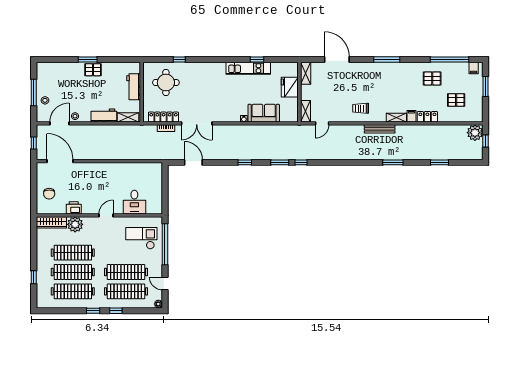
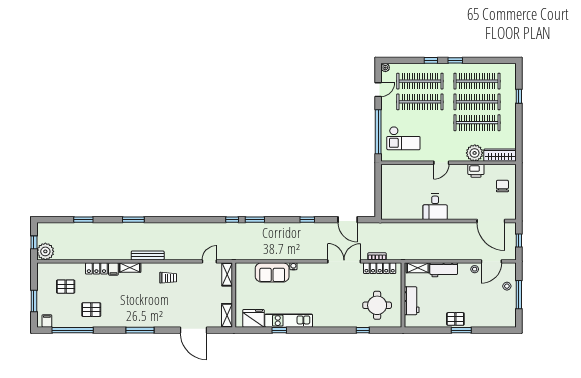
fridge: (290, 87) -> (253, 318), moved, turned -90
window: (245, 162) -> (307, 220), moved
desk: (134, 202) -> (435, 207), moved, turned 180
door: (165, 283) -> (378, 90), hinge flipped

